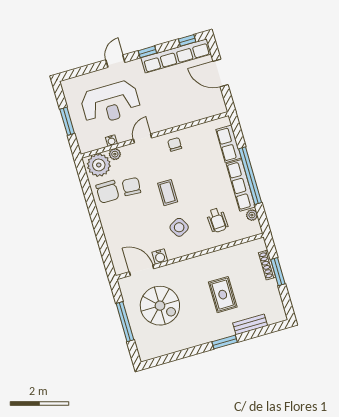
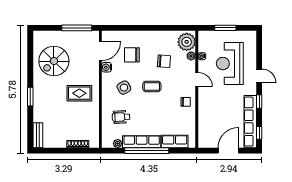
chair: (107, 192) -> (132, 55), moved
window: (278, 272) -> (71, 151), removed
rug: (223, 295) -> (79, 93), moved
spiral stairs: (160, 306) -> (54, 61), moved
window: (125, 322) -> (77, 28), moved
bench: (250, 324) -> (38, 135), moved

